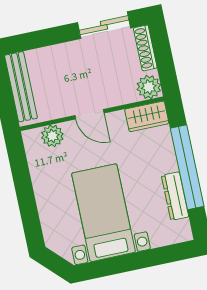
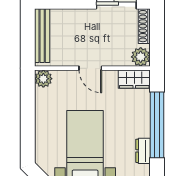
plant: (52, 136) -> (43, 79), moved
dresser: (175, 196) -> (143, 151), width x0.70

